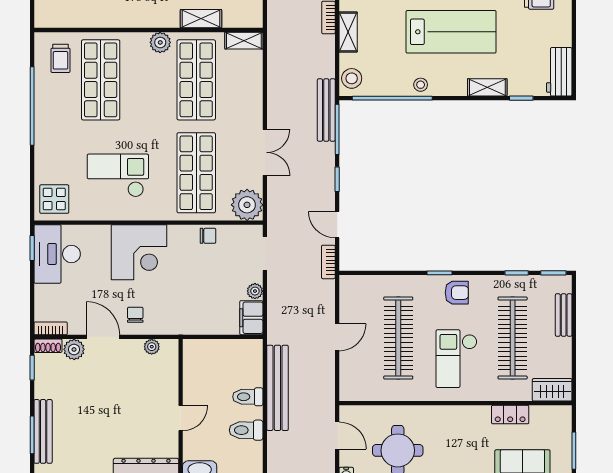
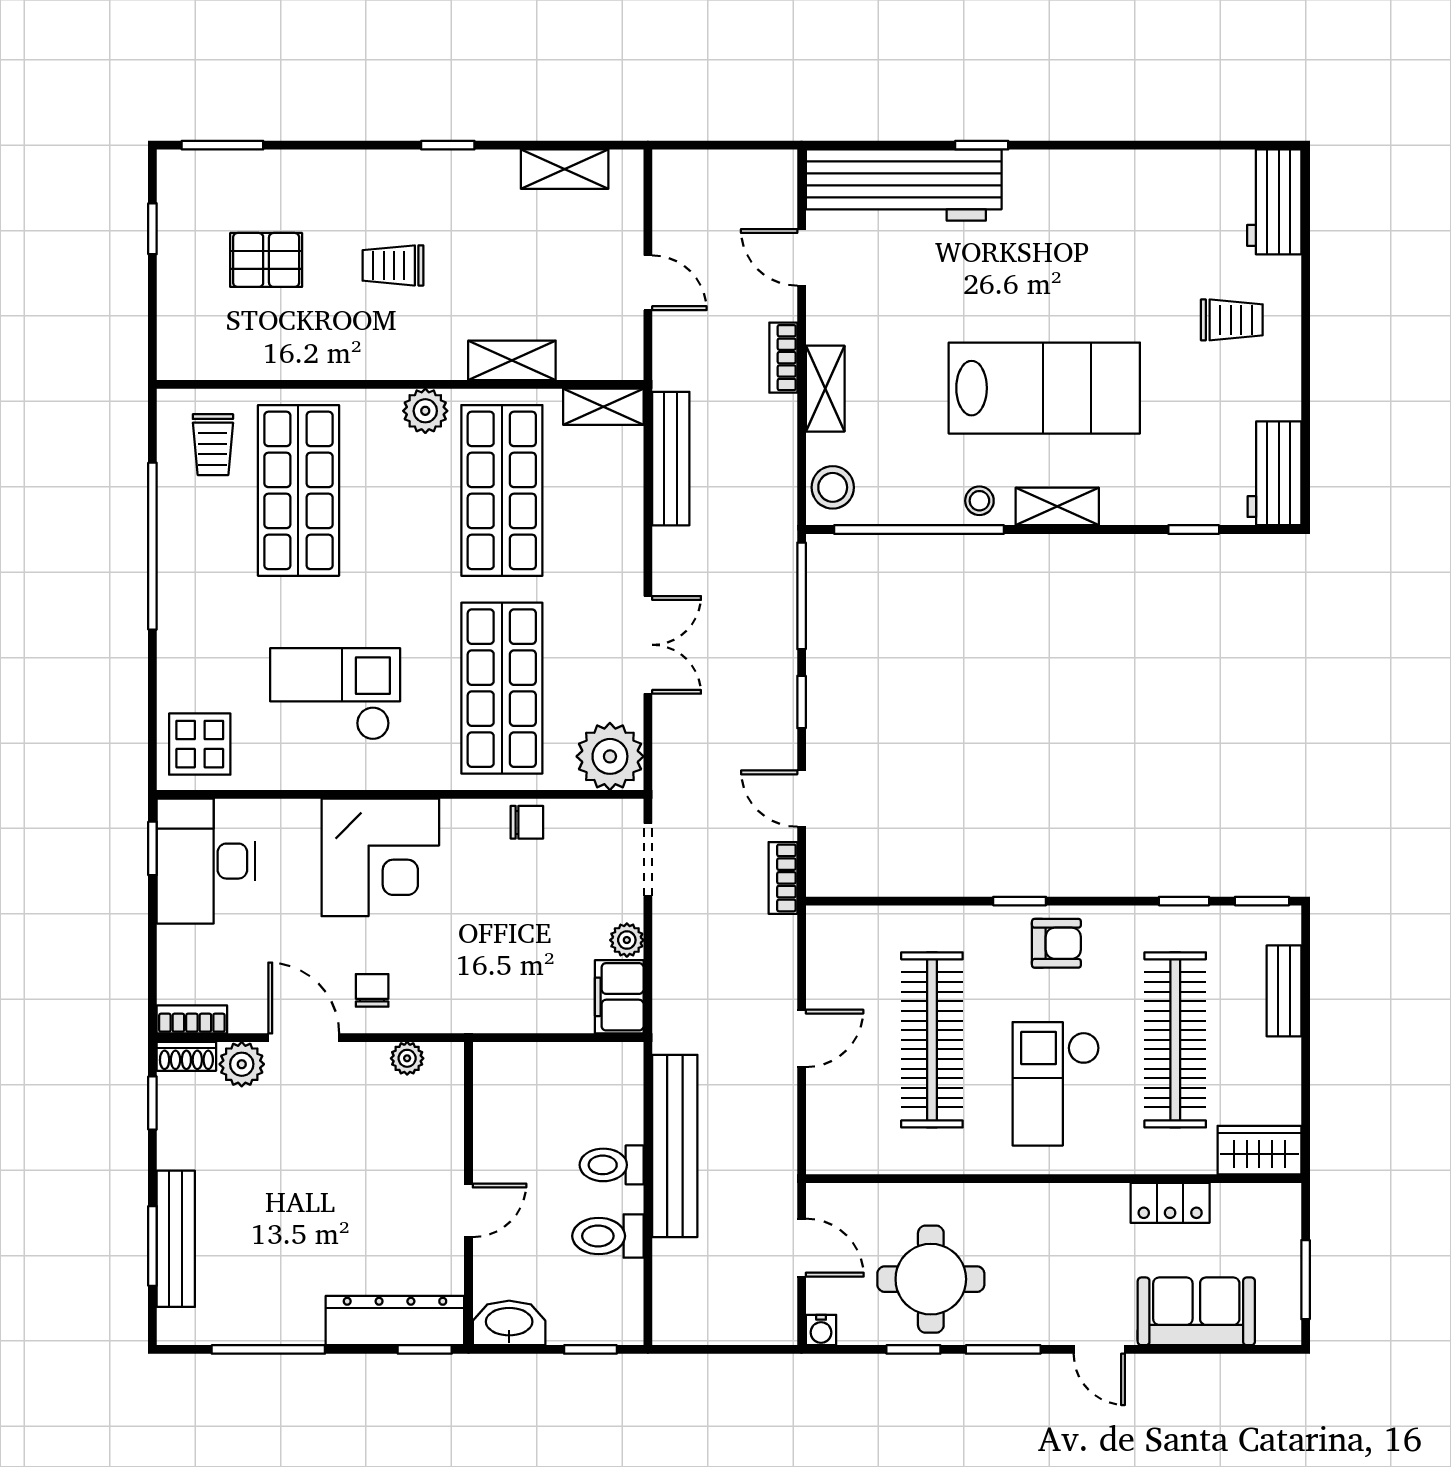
shelving: (487, 87) -> (1057, 506), moved
bench: (326, 110) -> (671, 459), moved

